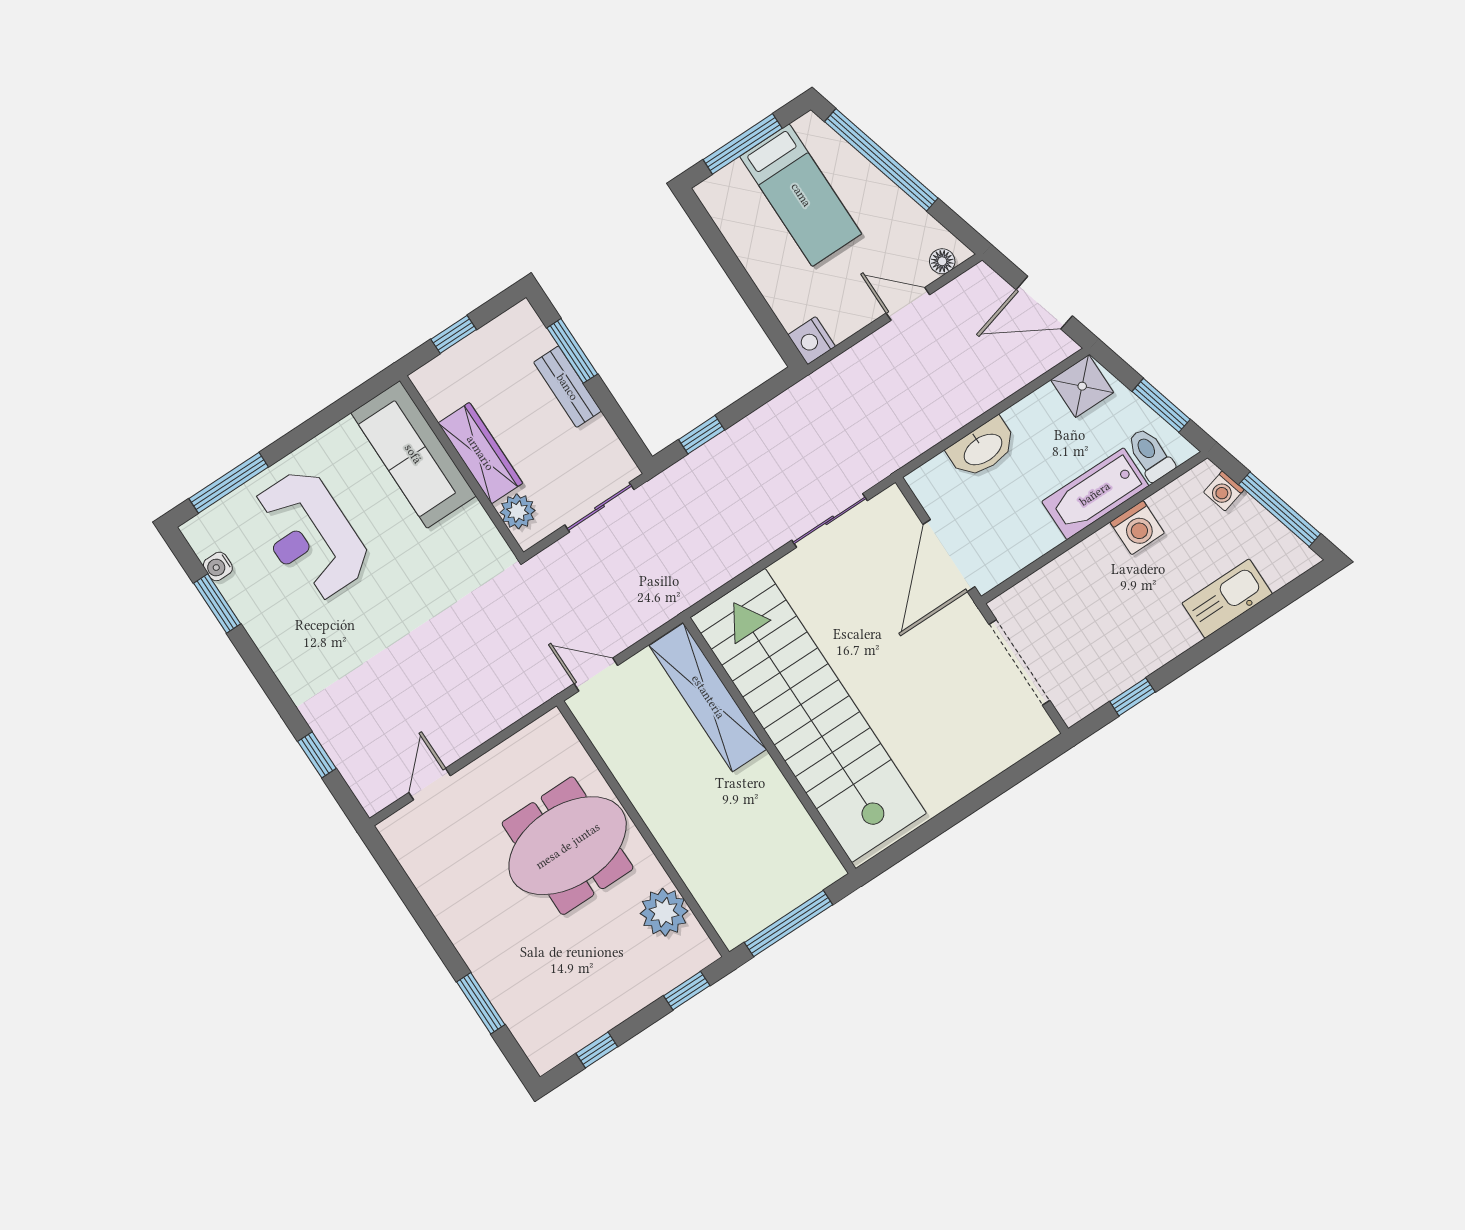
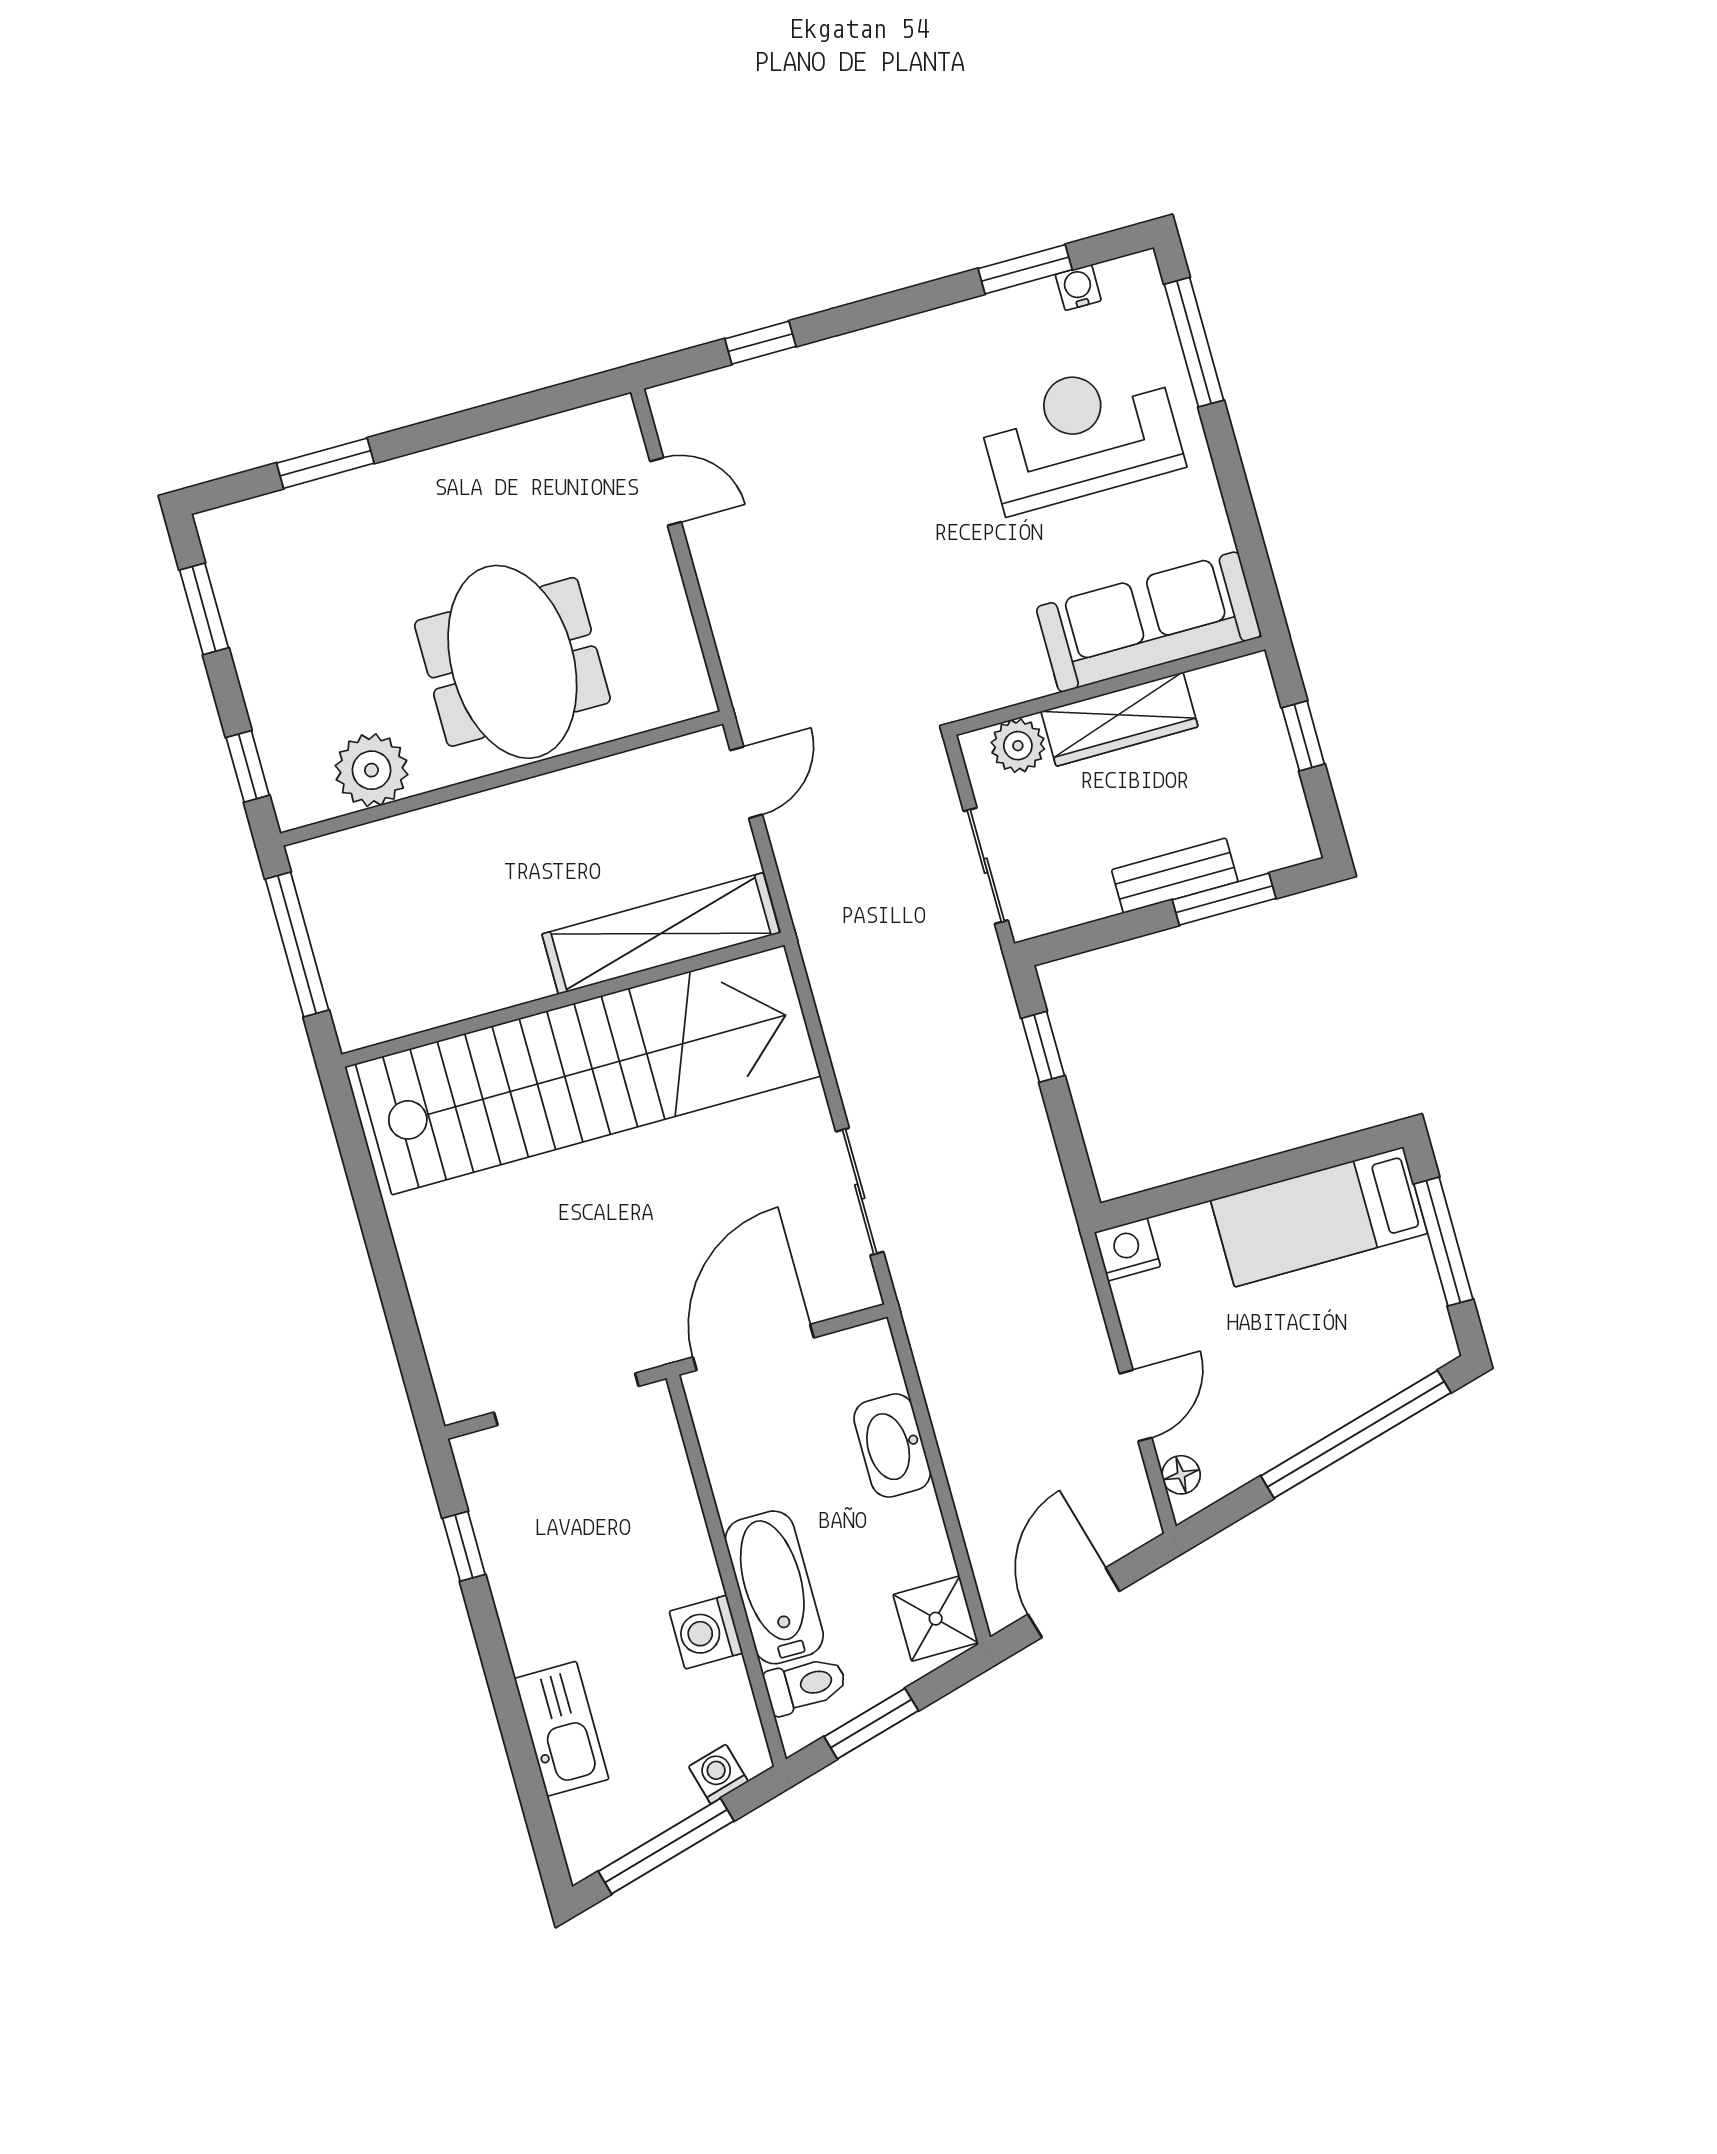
bed: (801, 195) -> (1319, 1217), moved
door: (949, 556) -> (753, 1347), hinge flipped
window: (597, 1050) -> (204, 609), width x1.50

